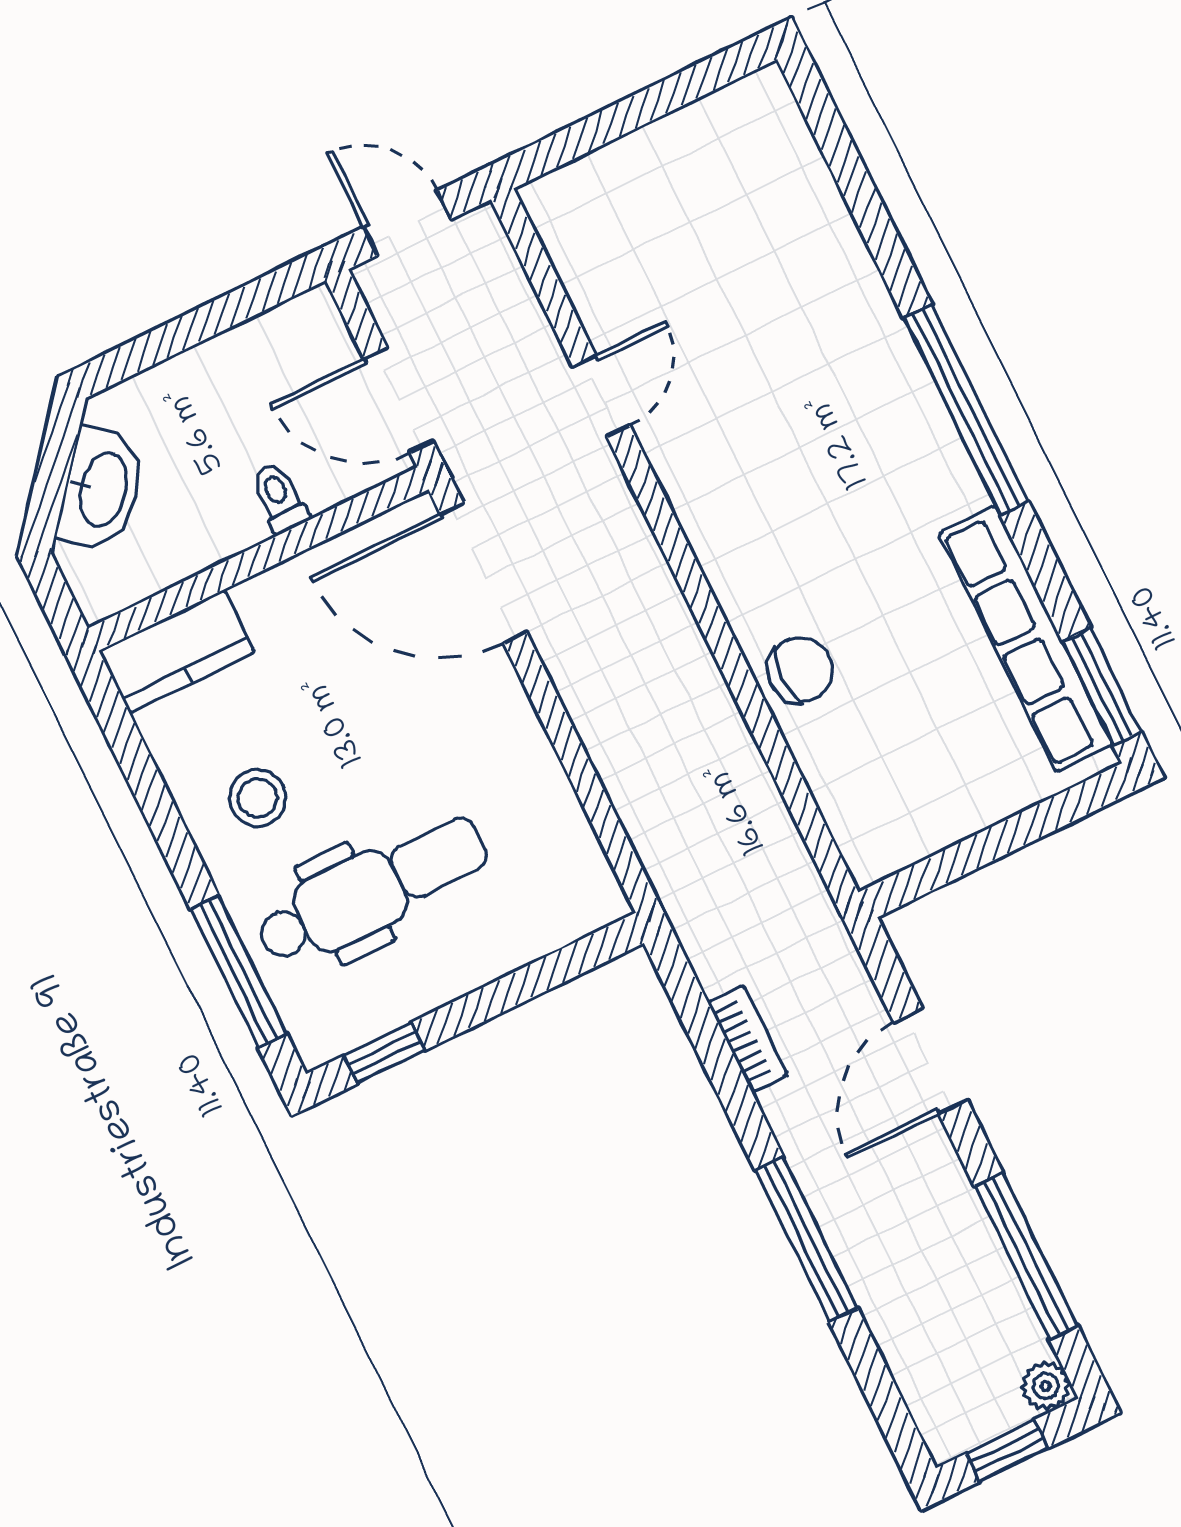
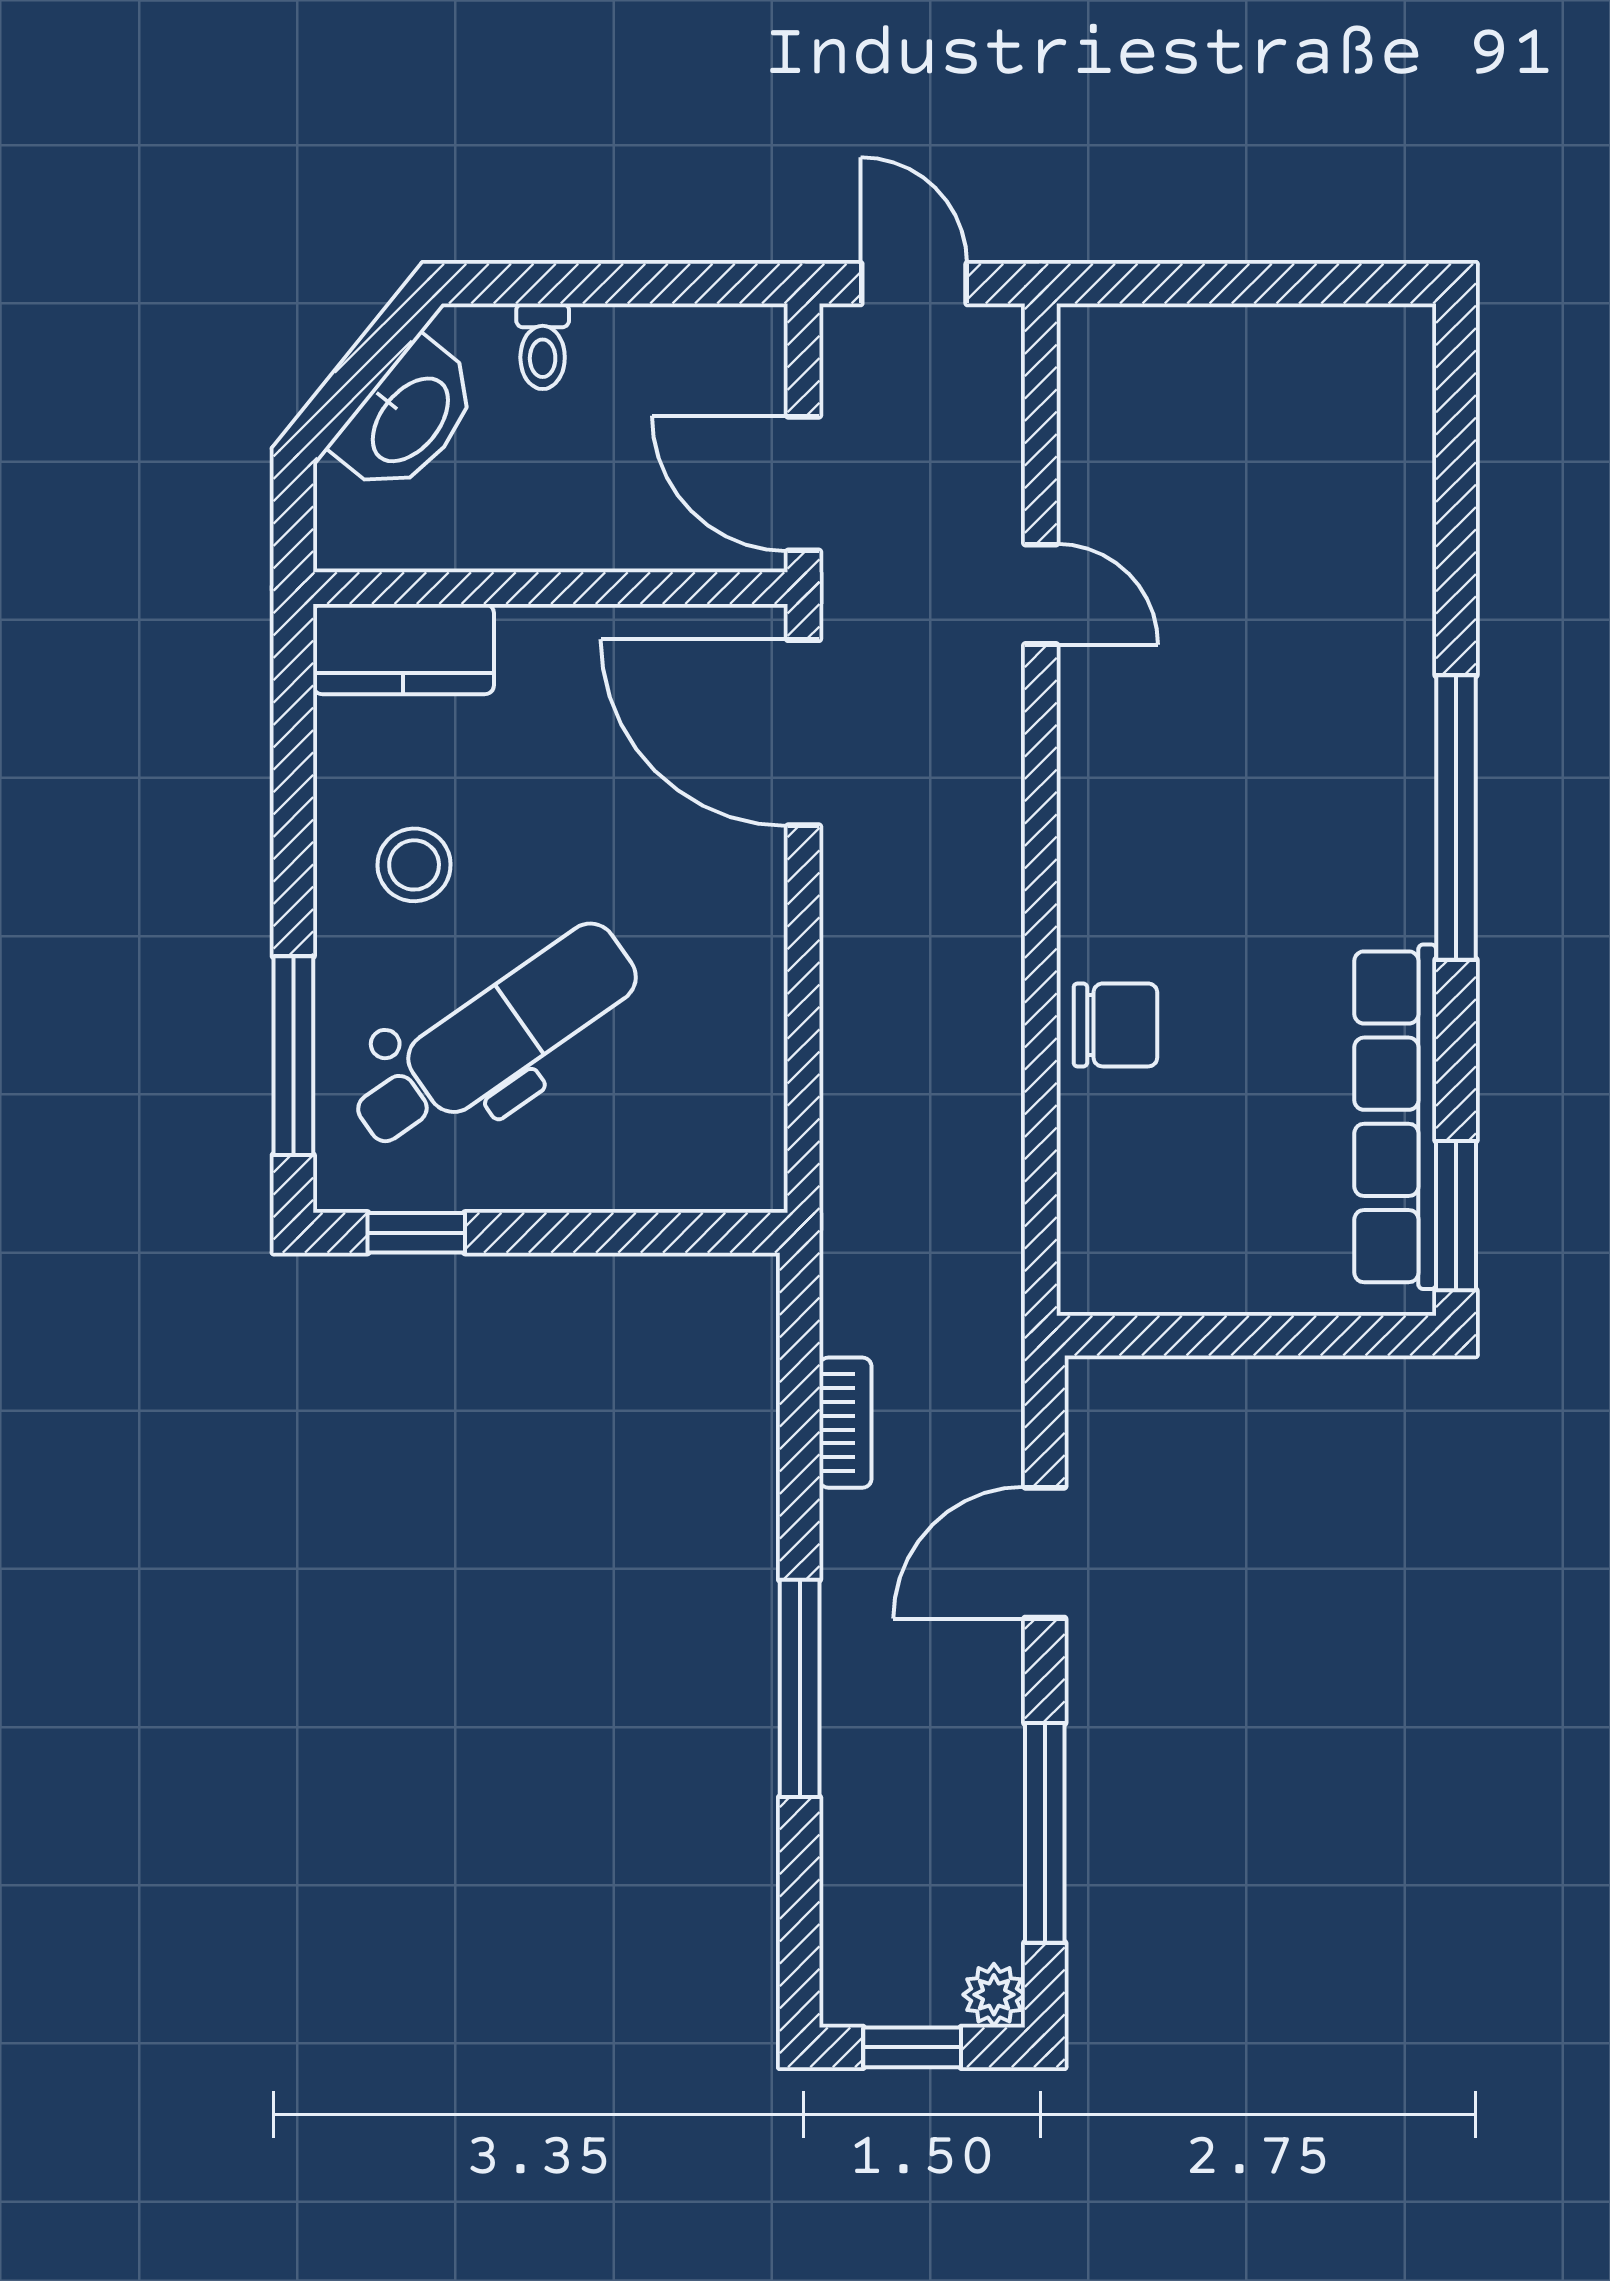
door: (601, 396) -> (1041, 594), hinge flipped
toilet: (279, 498) -> (543, 346), moved, turned 180
dental chair: (372, 891) -> (494, 1037), turned -35

